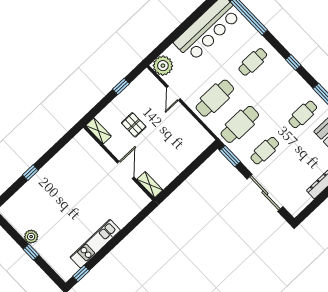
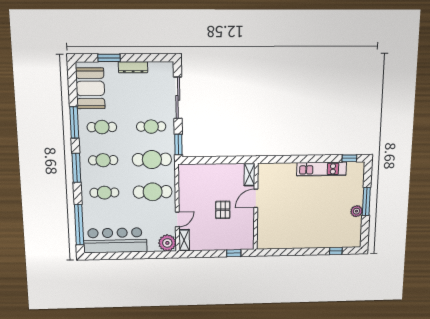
window: (293, 62) -> (76, 168), width x2.17
window: (121, 86) -> (234, 253), moved
cafe table: (278, 88) -> (103, 160), added
pallet: (134, 125) -> (223, 210), moved
shelving: (98, 131) -> (184, 240), moved
window: (30, 173) -> (336, 251), moved
window: (31, 252) -> (366, 201), width x2.17

